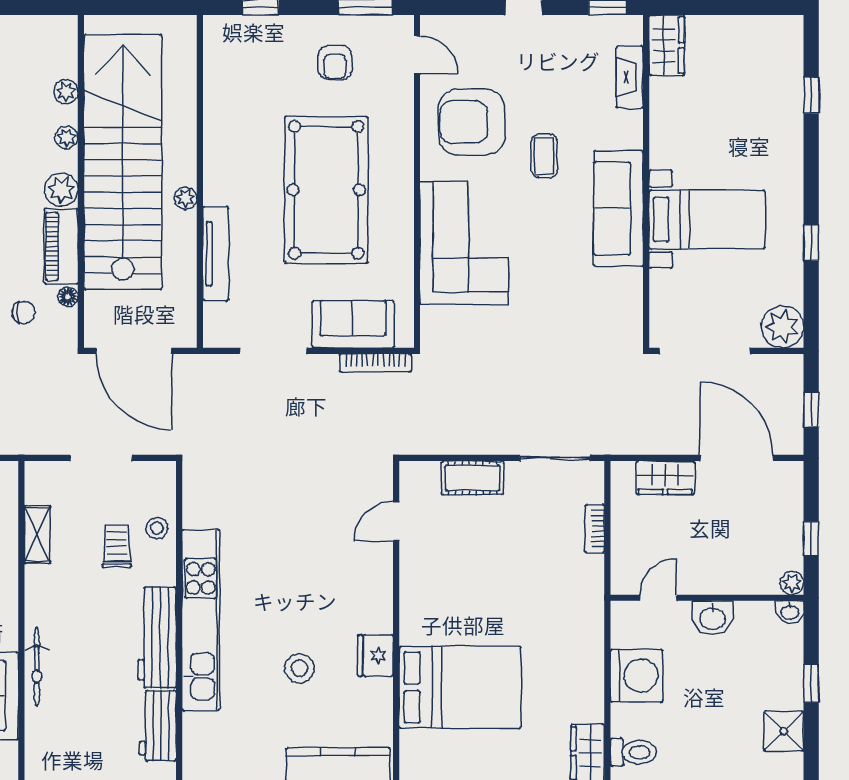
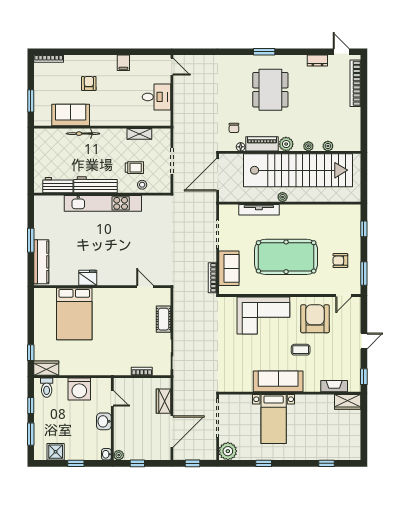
stool: (299, 668) -> (82, 245), removed

